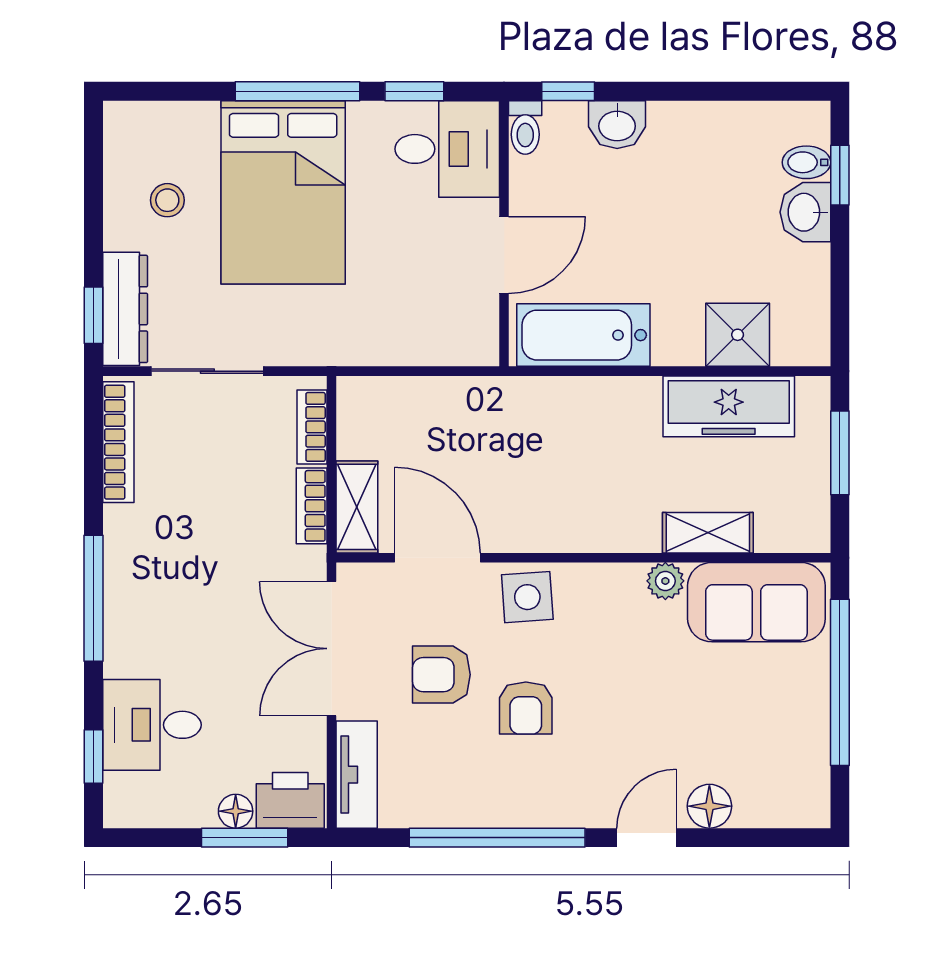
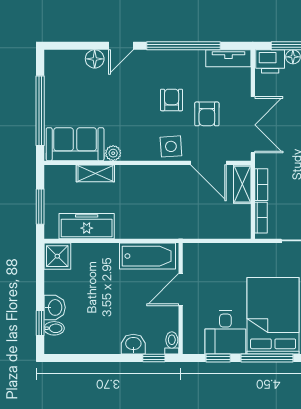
desk: (447, 149) -> (225, 332), moved, turned -90
shower: (738, 335) -> (57, 256), moved
armchair: (441, 675) -> (207, 114), turned 90
tv unit: (357, 775) -> (228, 58), moved, turned -90

